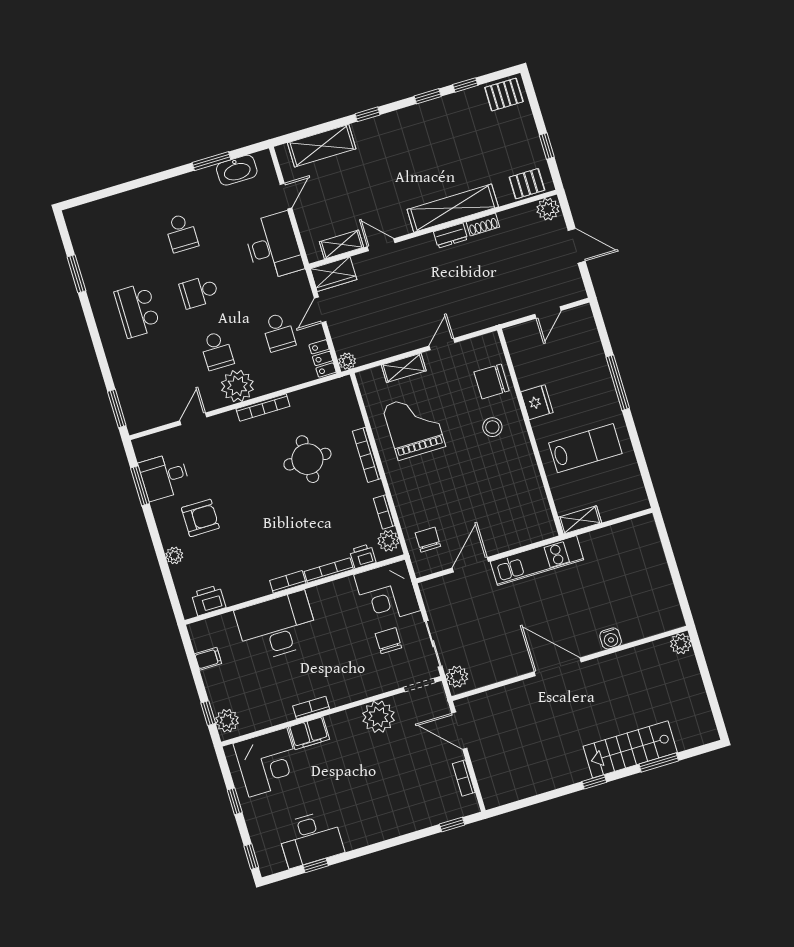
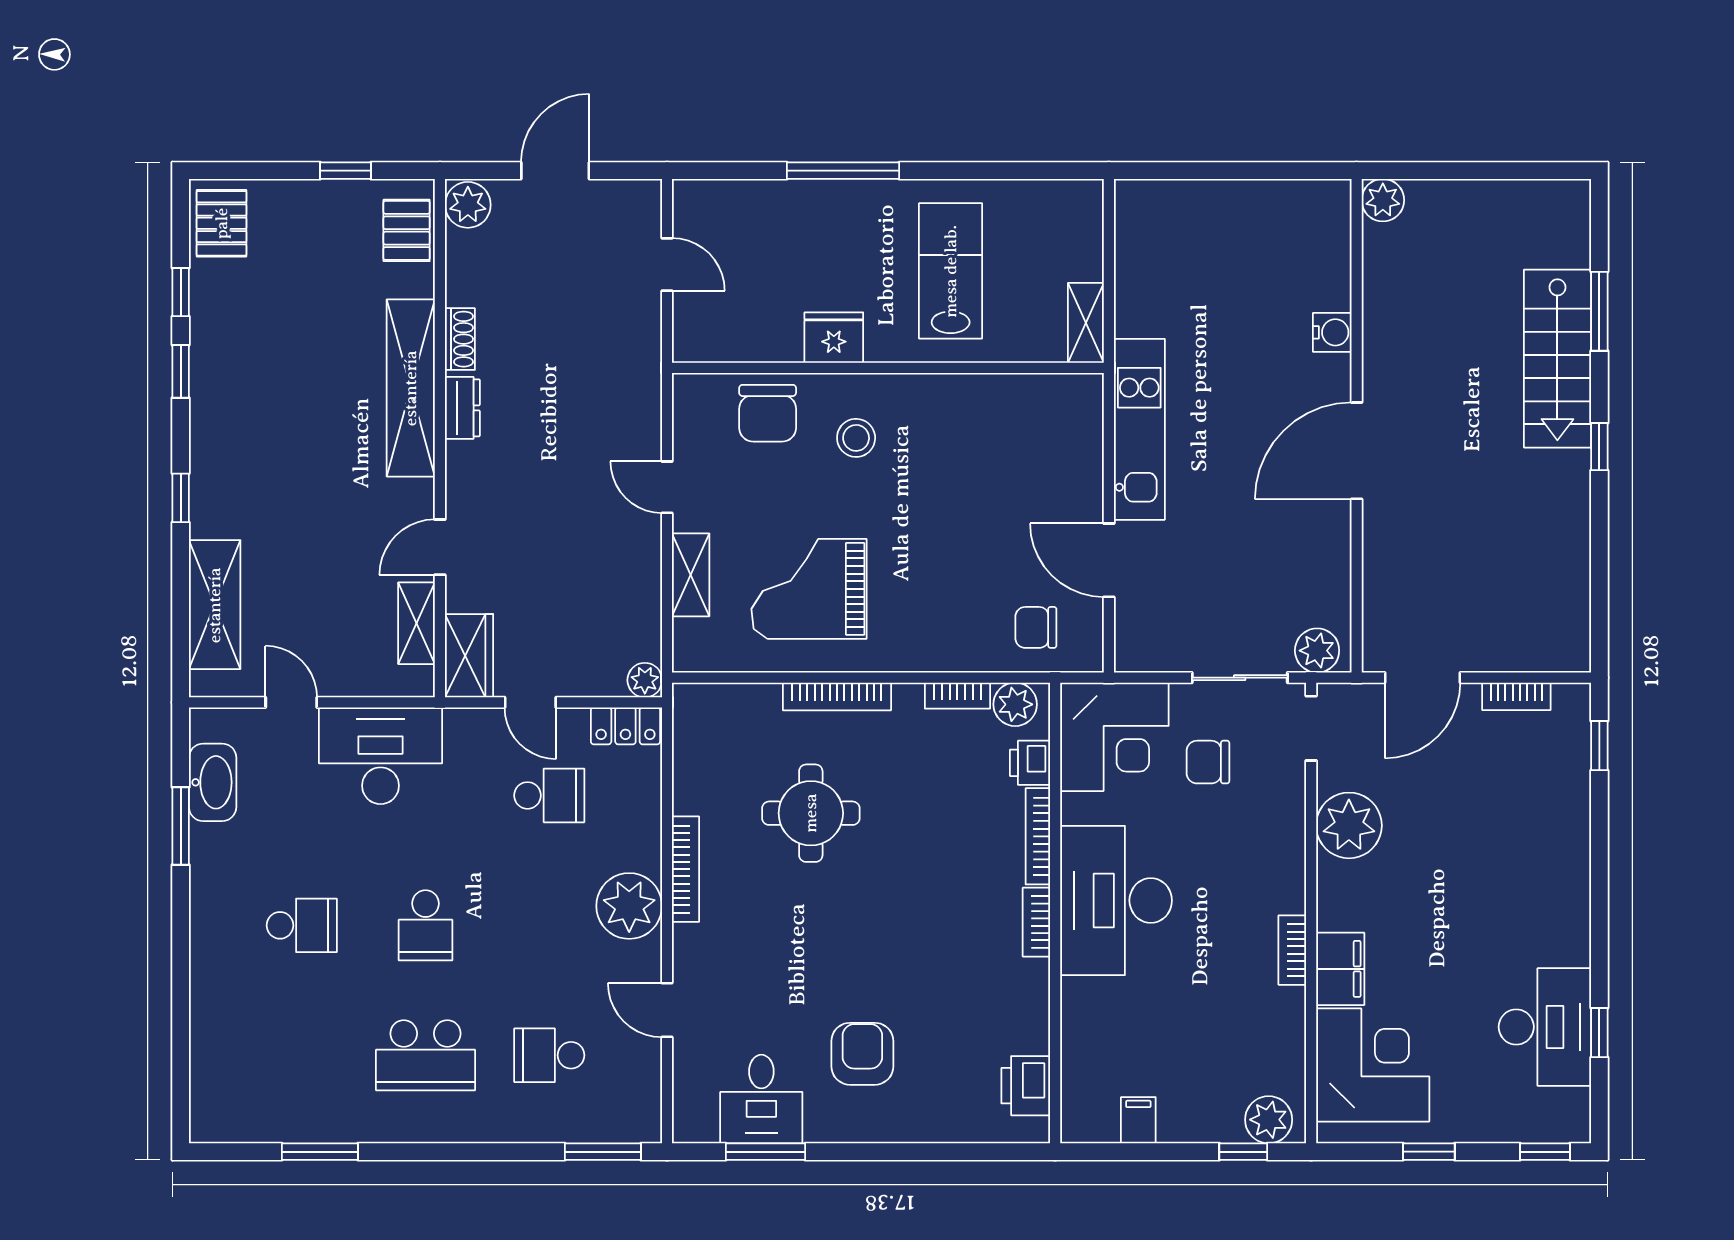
school desk: (217, 351) -> (549, 1055), moved, turned 180
plant: (174, 555) -> (920, 1126), removed
desk: (277, 627) -> (1116, 900), moved

